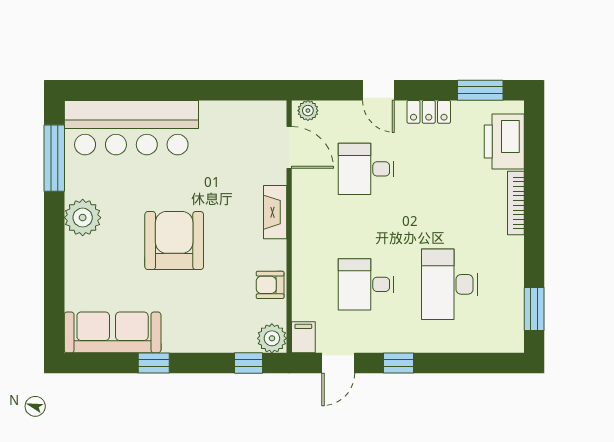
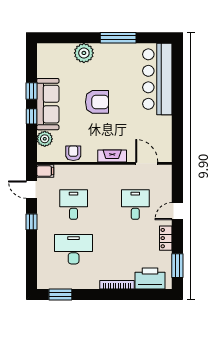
plant: (308, 111) -> (167, 173), removed
door: (289, 147) -> (147, 163), swing flipped
window: (54, 158) -> (118, 38), moved
plant: (83, 218) -> (84, 53), moved
armchair: (174, 241) -> (97, 102), width x0.73, depth x0.73
sofa: (113, 332) -> (48, 104), moved
plant: (272, 338) -> (45, 139), moved
window: (249, 363) -> (31, 116), moved

